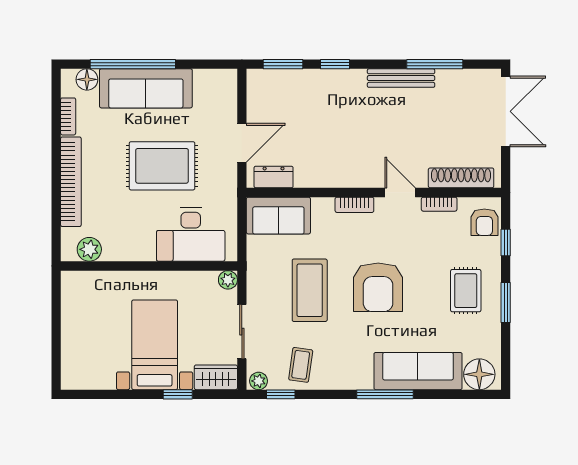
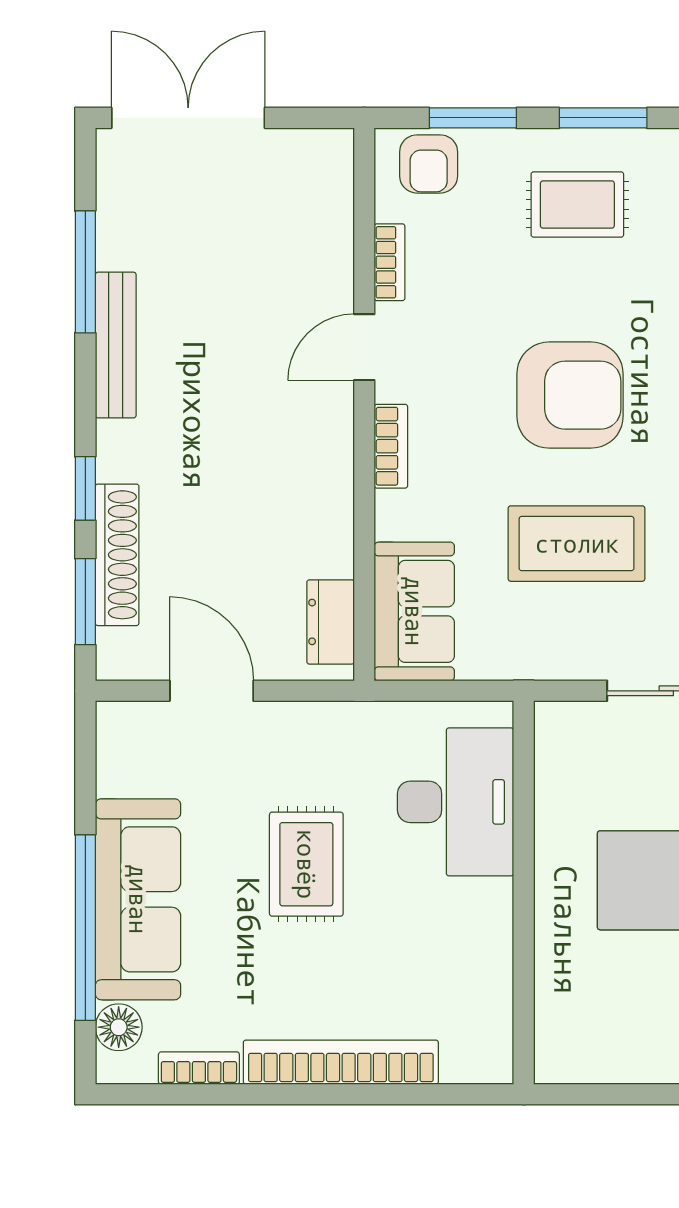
door: (242, 143) -> (212, 691), moved
rug: (162, 166) -> (306, 864), width x0.73, depth x0.70
shoe rack: (461, 178) -> (117, 555), moved, turned 180
armchair: (484, 222) -> (429, 164), turned 90
window: (506, 243) -> (473, 118), width x1.50
plant: (89, 249) -> (488, 1022), removed
plant: (228, 280) -> (554, 721), removed

